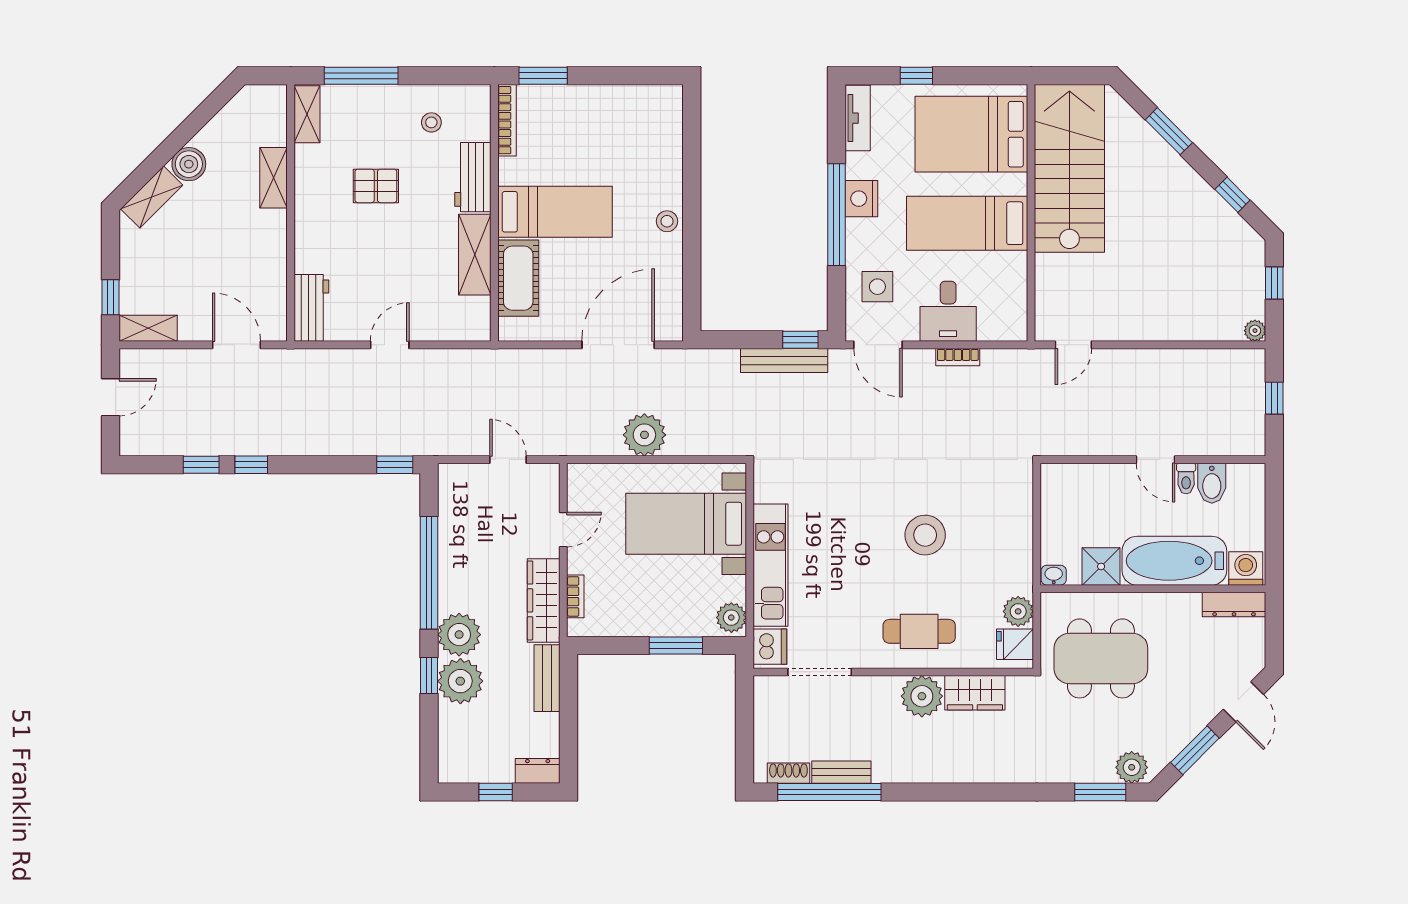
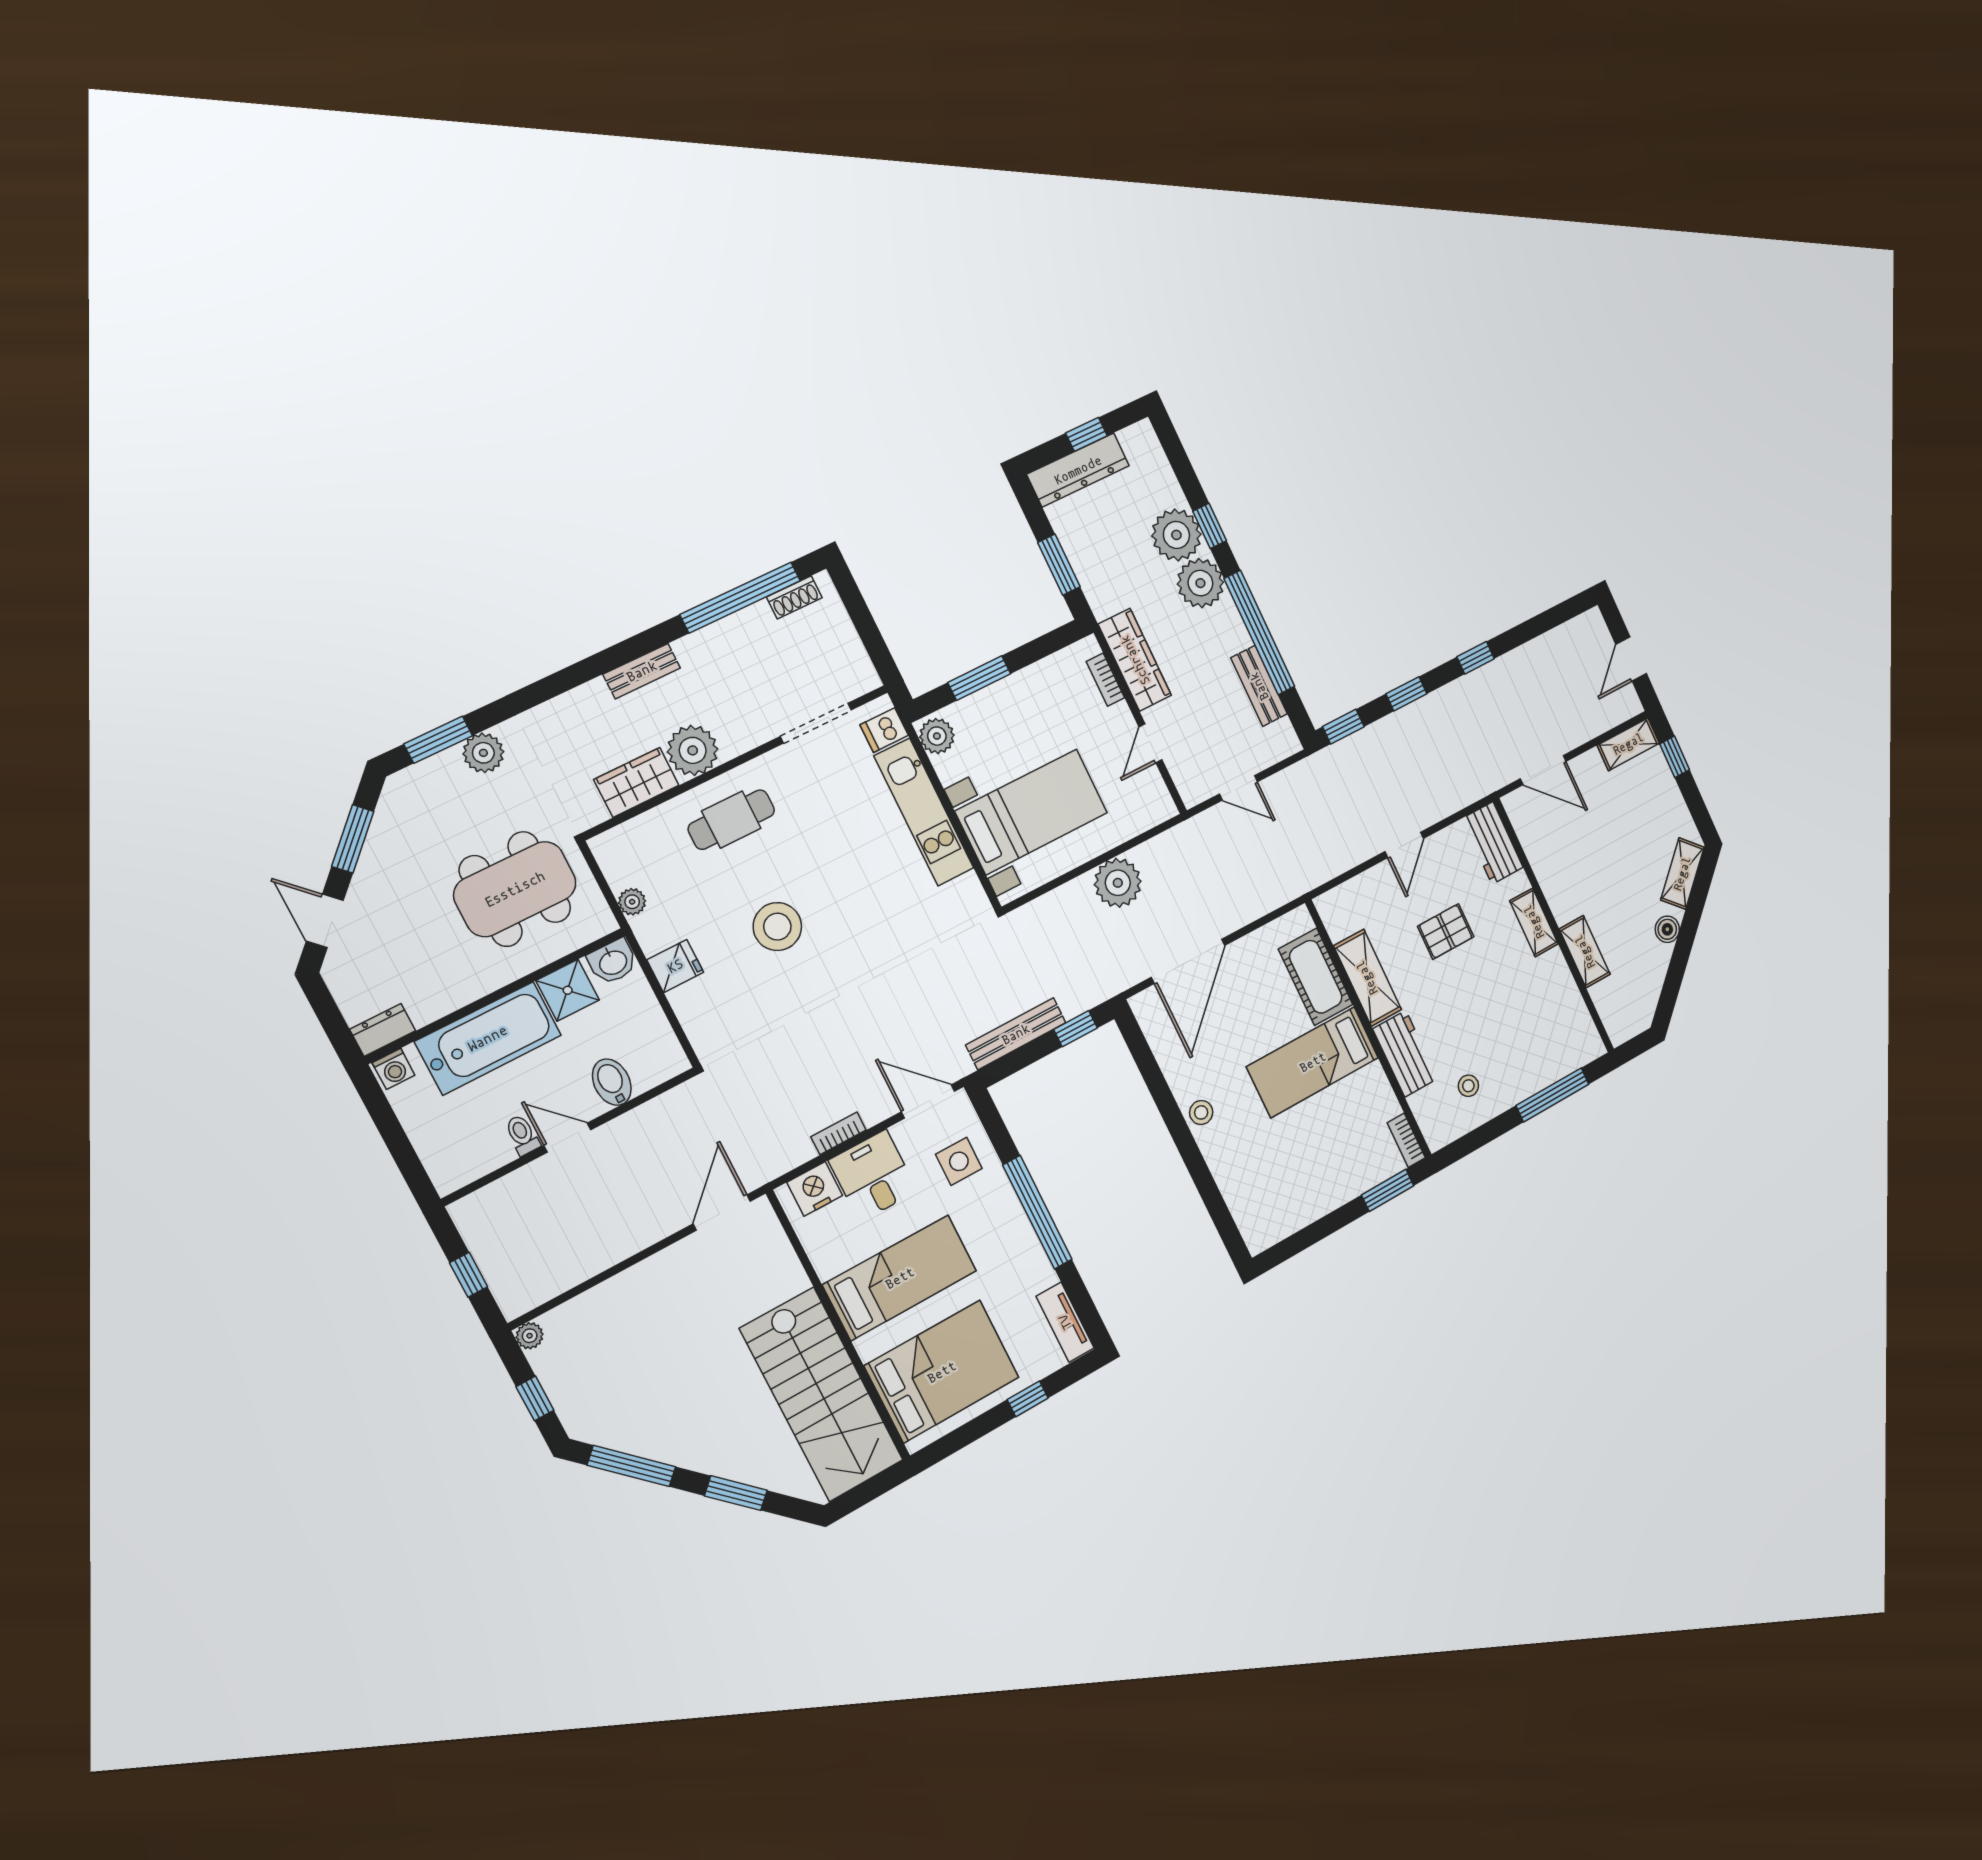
shelving: (307, 114) -> (1534, 922), moved
bookcase: (507, 120) -> (1406, 1140), width x0.64
boiler: (189, 164) -> (1667, 929), width x0.73, depth x0.73
pallet: (376, 186) -> (1446, 931), moved
window: (1232, 195) -> (631, 1466), width x2.17
nightstand: (861, 199) -> (815, 1189), moved, turned -90
window: (800, 340) -> (1076, 1029), moved
door: (1073, 345) -> (722, 1212), width x1.38
window: (201, 465) -> (1406, 694), moved
bidet: (1212, 483) -> (612, 1082), moved
washing machine: (1246, 568) -> (394, 1069), width x0.73, depth x0.73
washbasin: (1054, 575) -> (613, 962), width x1.38, depth x1.45
dresser: (1234, 605) -> (383, 1030), width x0.70
plant: (1018, 611) -> (632, 902), width x0.73, depth x0.73
fridge: (1015, 644) -> (675, 966), moved
dishwasher: (770, 647) -> (884, 730), width x0.73
bench: (547, 678) -> (1259, 686), moved
window: (568, 702) -> (1059, 565), added
plant: (1132, 767) -> (483, 753), moved
dresser: (538, 771) -> (1078, 470), width x1.96, depth x1.24
bench: (841, 772) -> (642, 671), moved

